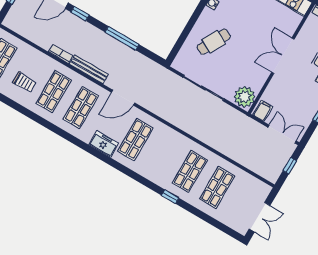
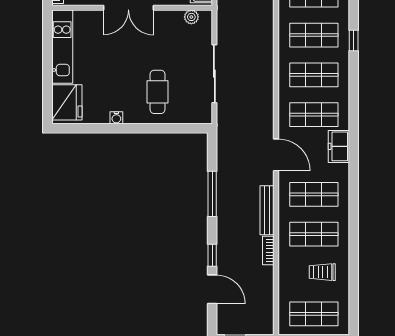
cafe table: (214, 42) -> (158, 92), turned 62
trolley: (24, 82) -> (322, 272), turned -90
plant: (244, 97) -> (191, 17), width x0.53, depth x0.53
shop shelf: (163, 155) -> (314, 75), added

